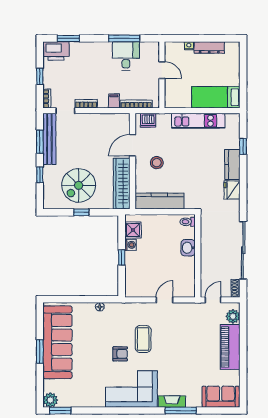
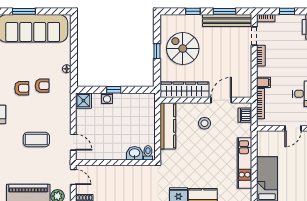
door: (133, 145) -> (221, 100), hinge flipped
shower: (133, 230) -> (83, 101), moved
washing machine: (130, 245) -> (107, 98), moved
washbasin: (188, 248) -> (135, 153), moved
door: (165, 300) -> (73, 142), moved
armchair: (117, 332) -> (42, 86), added
coffee table: (143, 339) -> (36, 139), moved
armchair: (120, 354) -> (22, 88), turned -90

